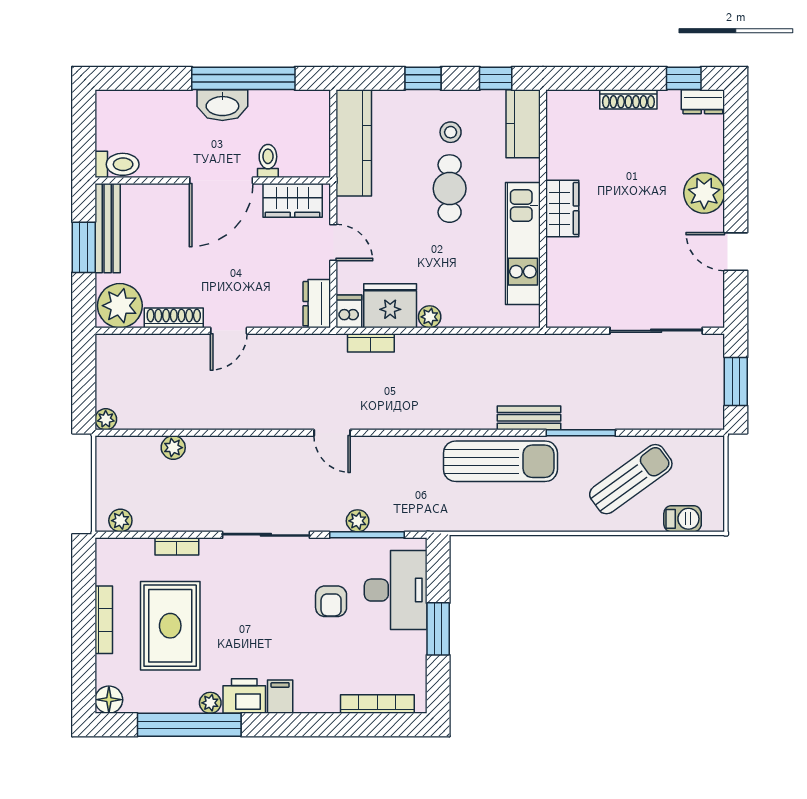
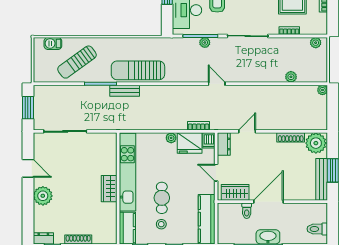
toilet: (117, 164) -> (317, 229), moved
kitchen unit: (523, 243) -> (127, 172), width x1.36
door: (229, 331) -> (247, 131), moved

